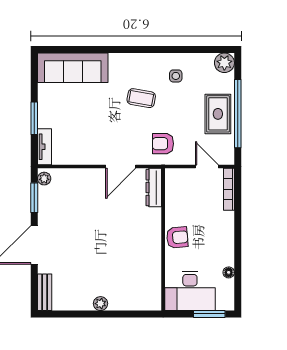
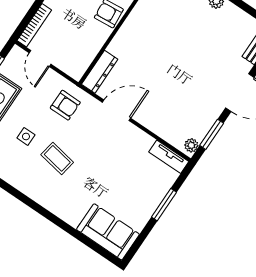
sofa: (73, 68) -> (108, 232), width x0.73
side table: (176, 76) -> (26, 136), moved
tv unit: (45, 147) -> (169, 157), moved, turned -90

